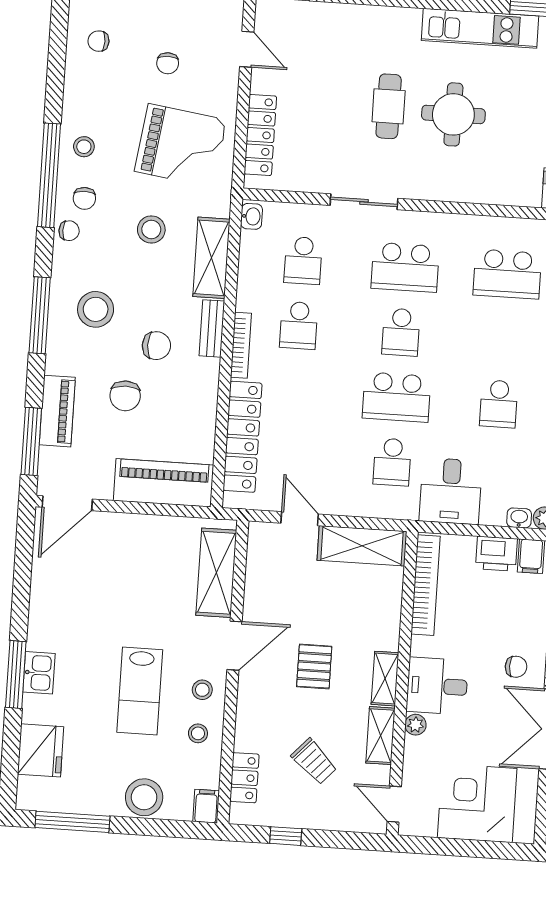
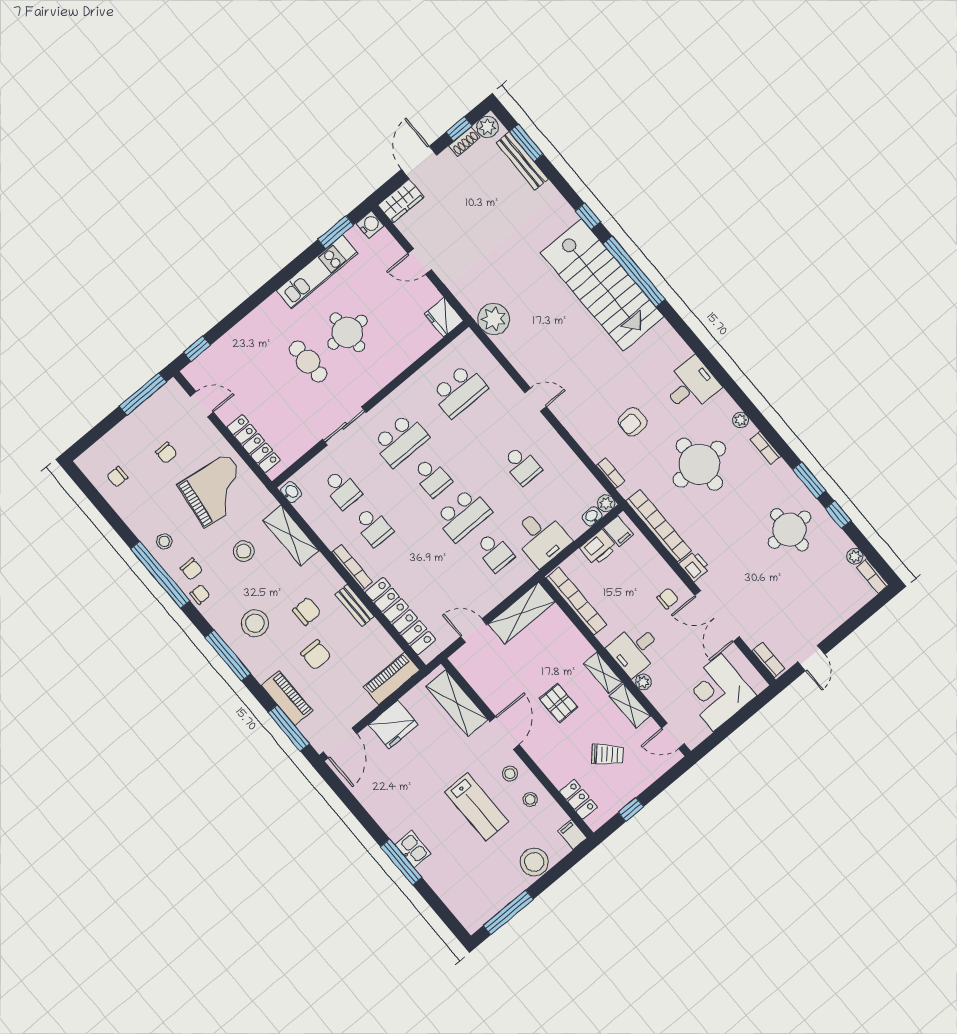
bench: (212, 328) -> (355, 605), moved
piano: (164, 483) -> (392, 679), width x0.73, depth x0.75
fridge: (41, 750) -> (393, 725), moved, turned 90

